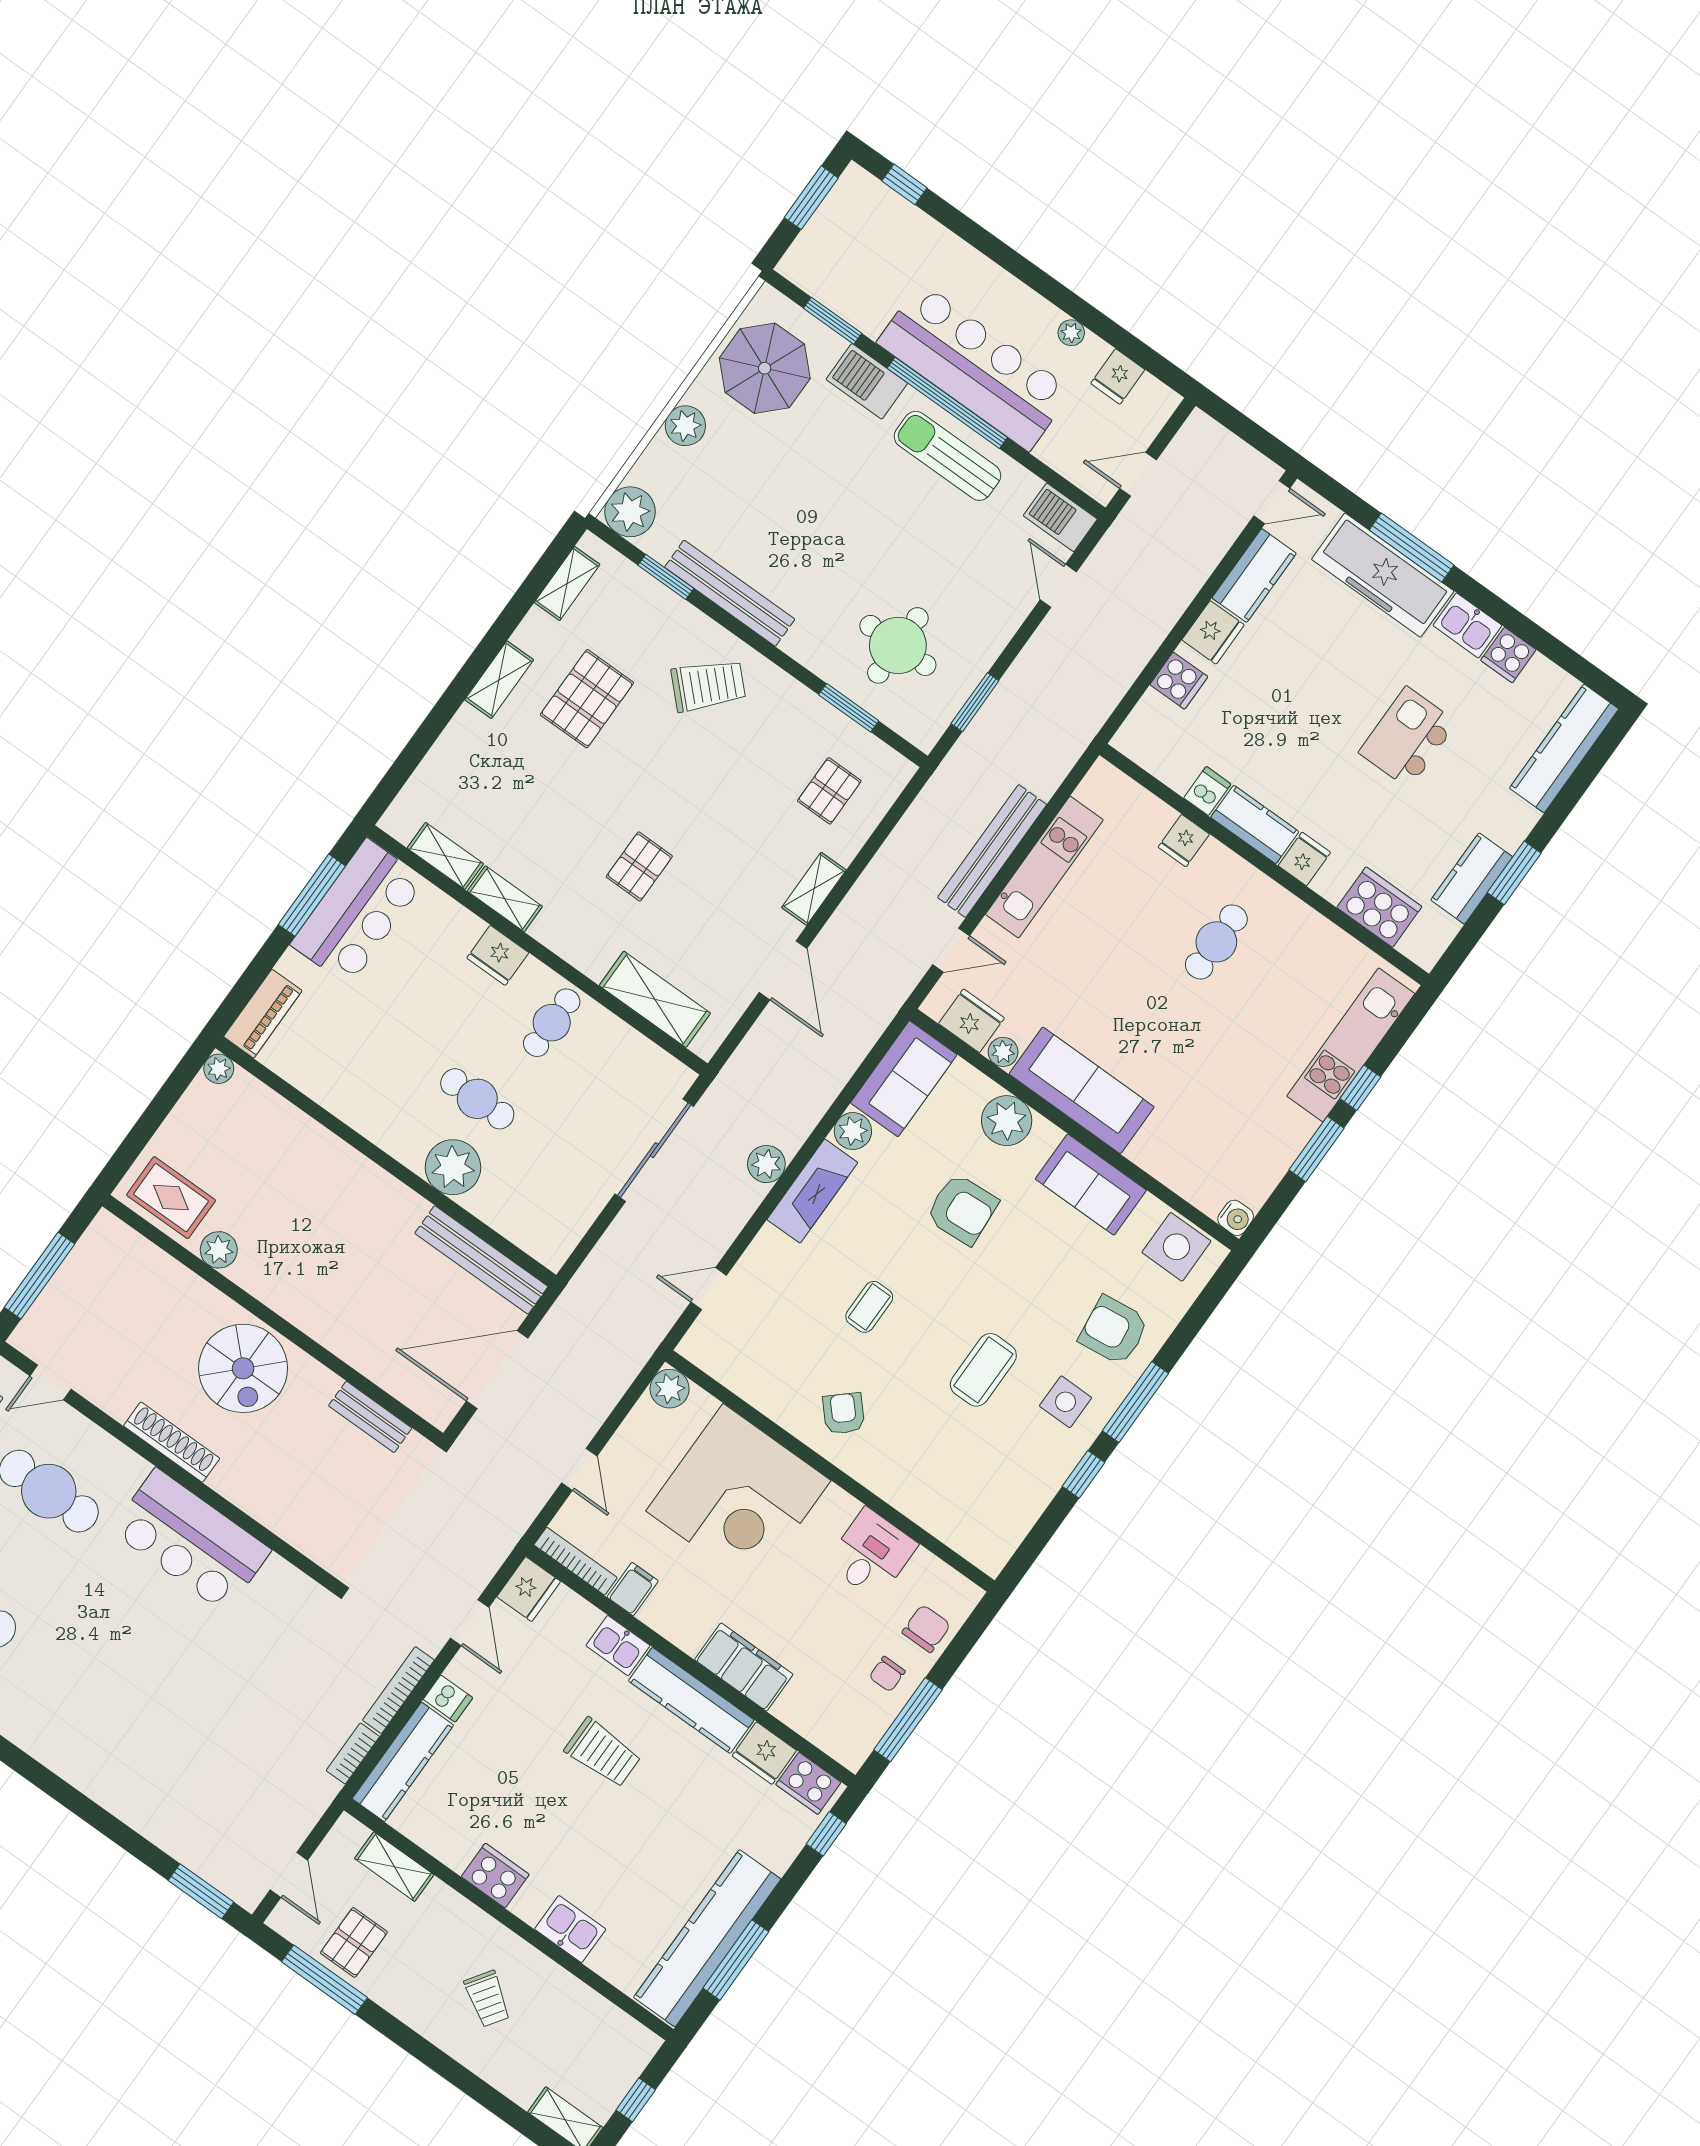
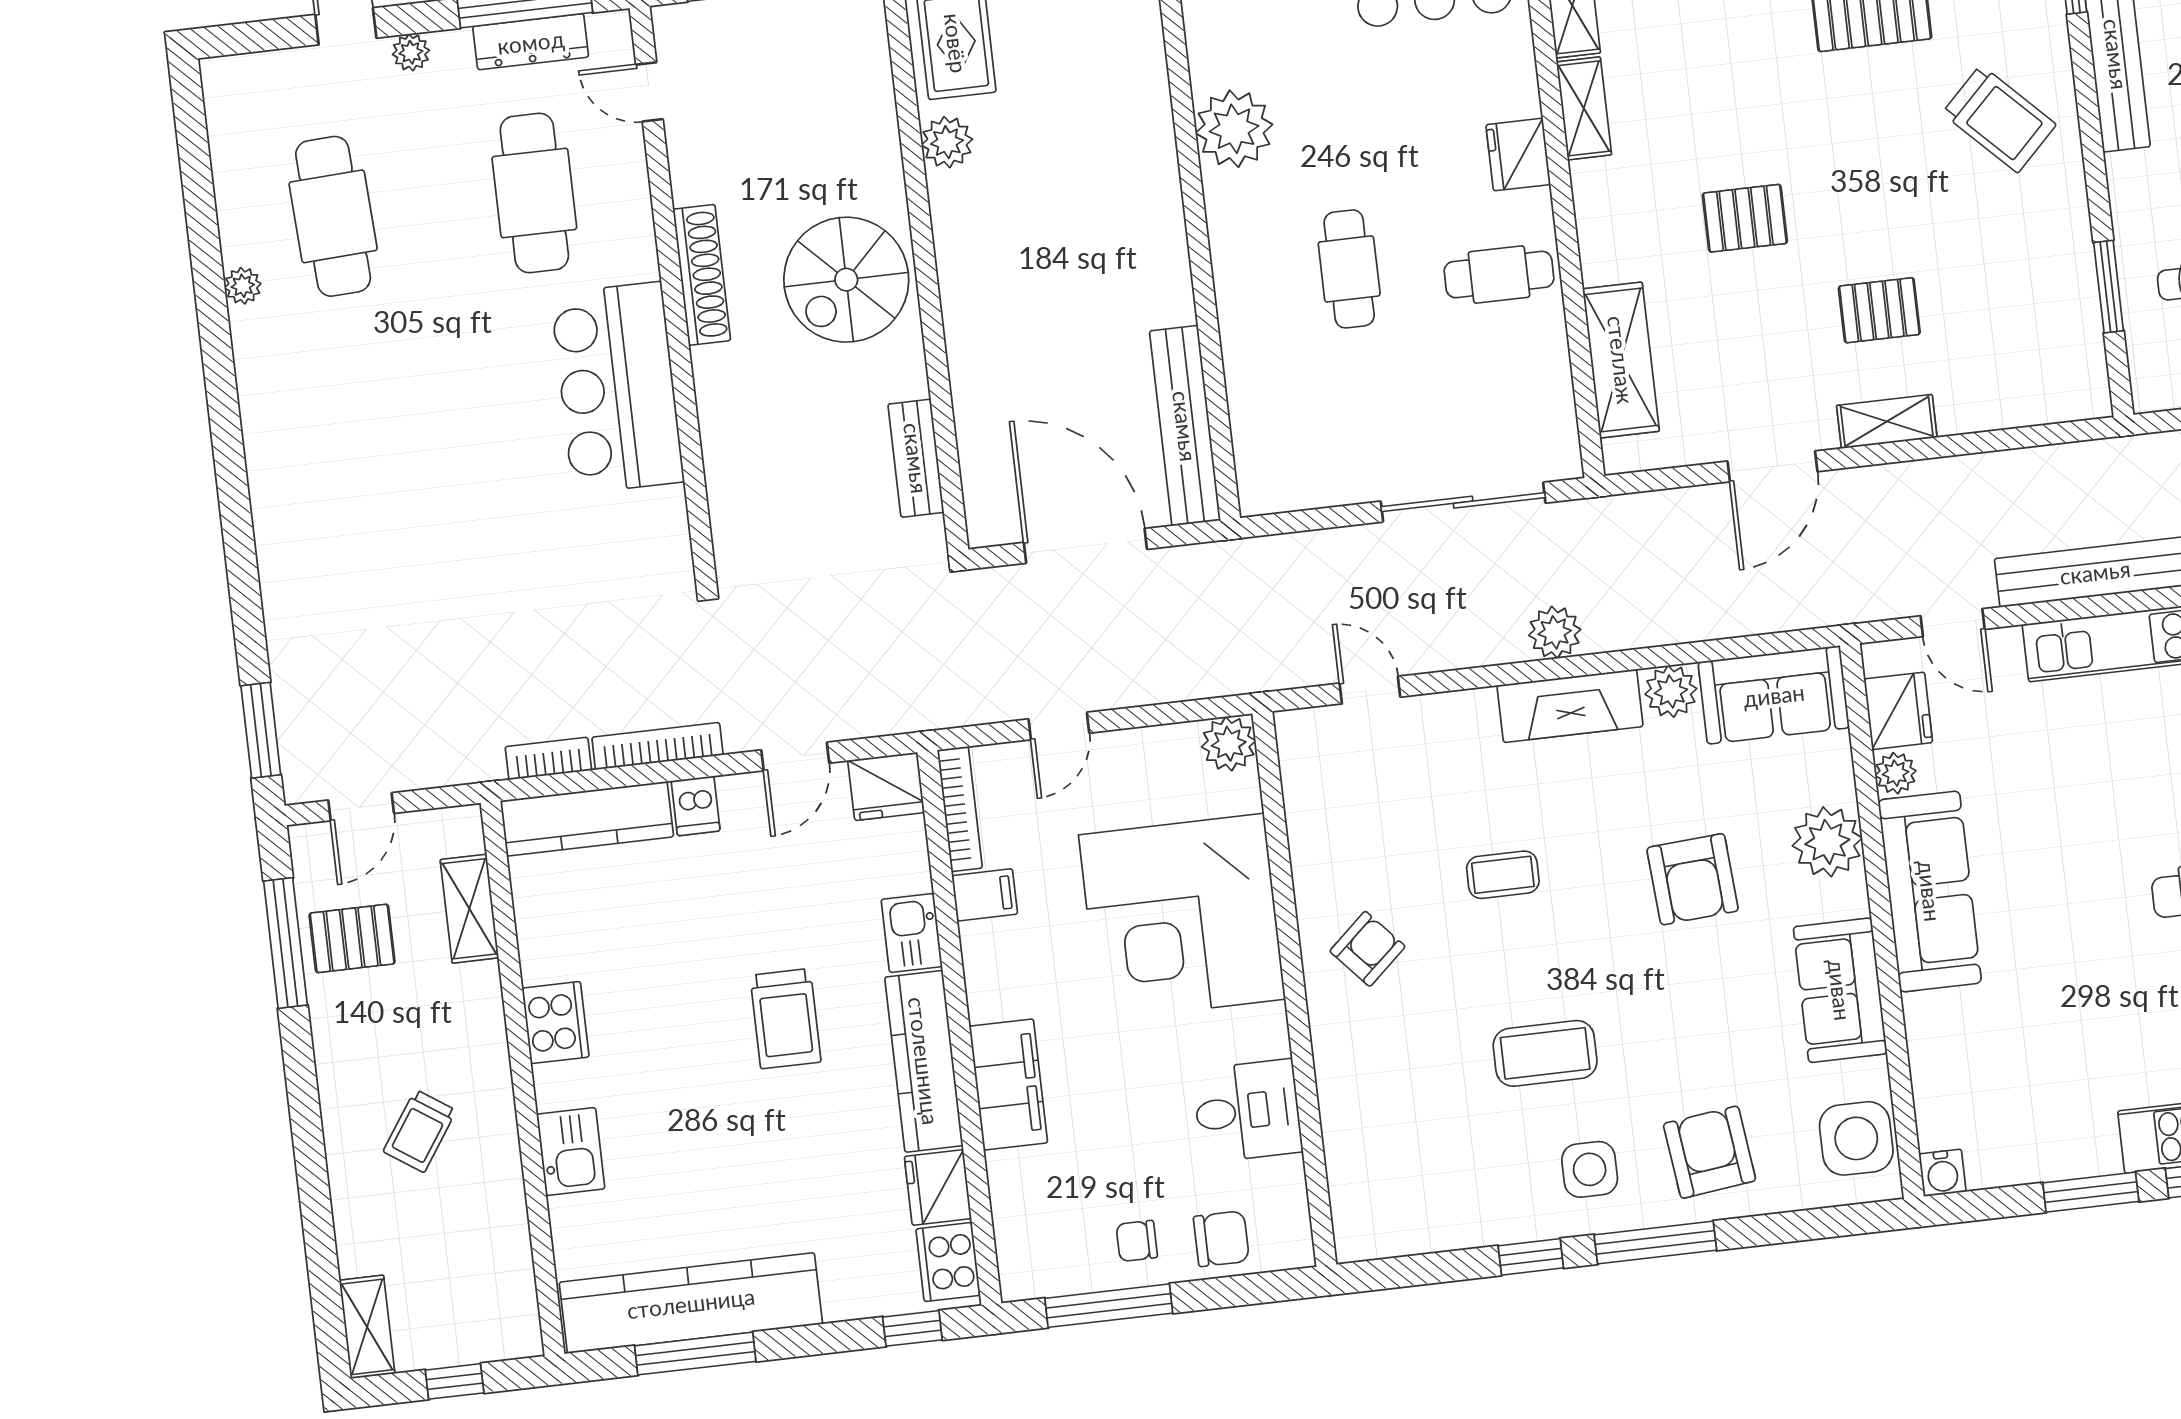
pallet: (829, 791) -> (1879, 310), moved
plant: (453, 1167) -> (1234, 129), moved

